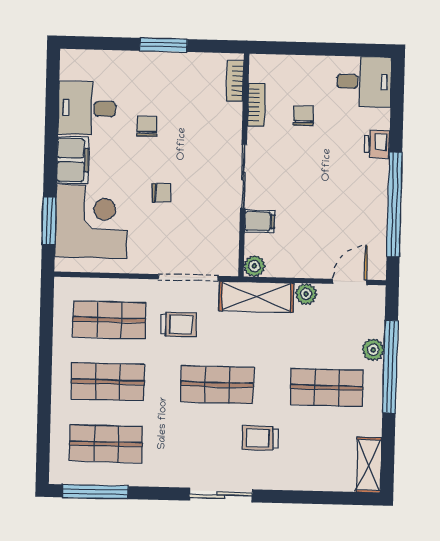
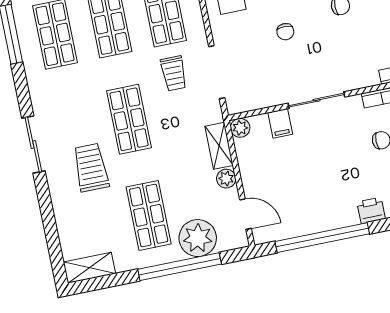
shelving: (256, 297) -> (219, 146), width x0.67, depth x0.75
plant: (373, 350) -> (198, 238), width x1.88, depth x1.88
trolley: (260, 438) -> (91, 168), width x1.36, depth x1.39

